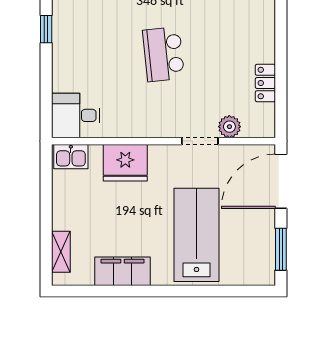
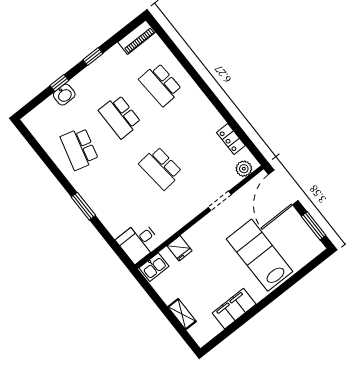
window: (46, 29) -> (83, 206), width x1.50
plant: (229, 127) -> (244, 169), moved
fridge: (125, 163) -> (180, 248), width x0.53, depth x0.75
shelving: (61, 252) -> (182, 314), moved

